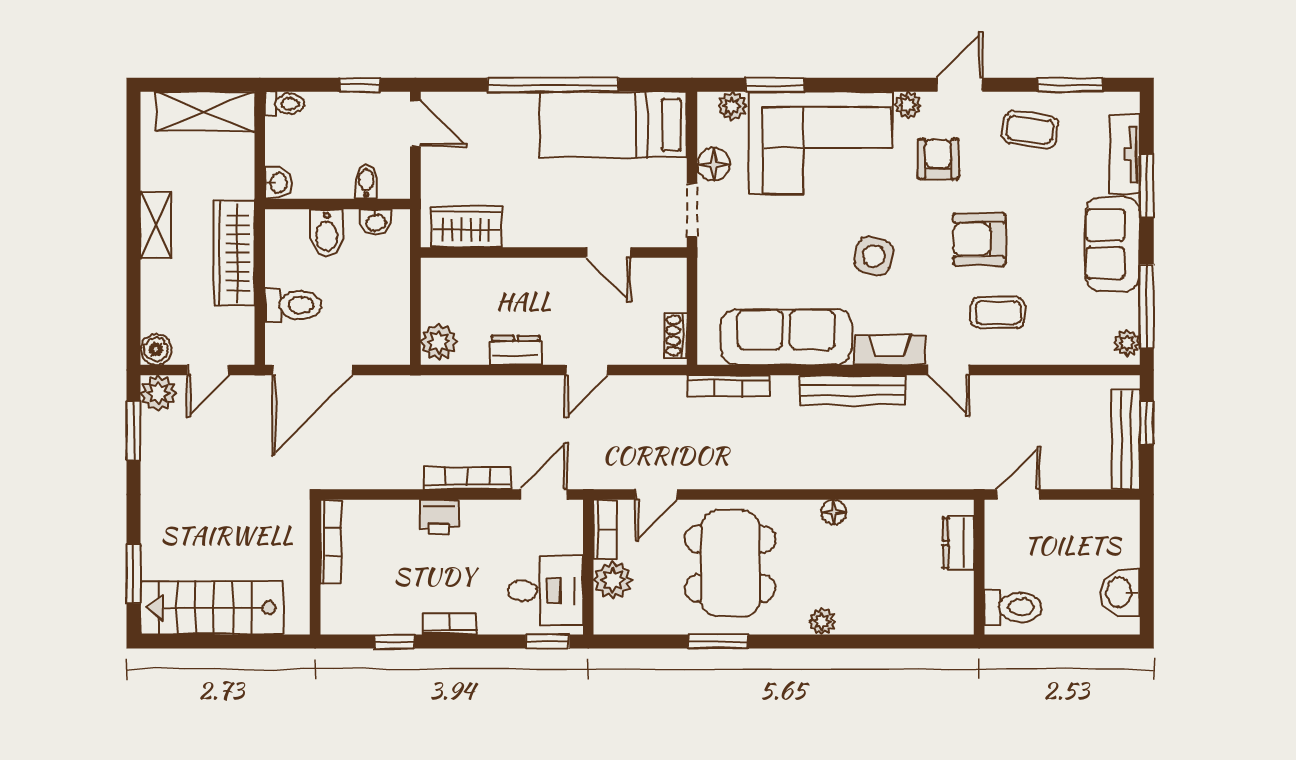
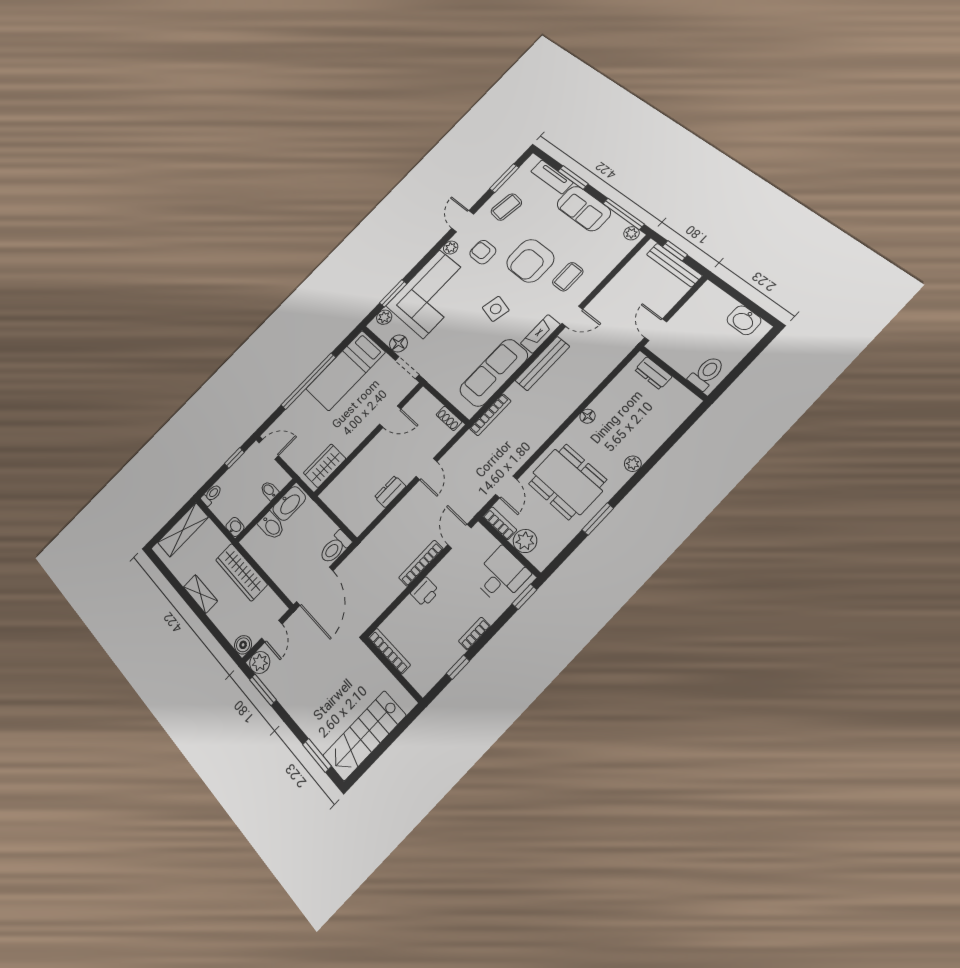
washbasin: (376, 222) -> (289, 503), width x1.91, depth x1.45
armchair: (979, 239) -> (530, 261), width x1.36, depth x1.36
toilet: (293, 305) -> (335, 547), moved, turned 180
plant: (439, 342) -> (356, 521), removed

